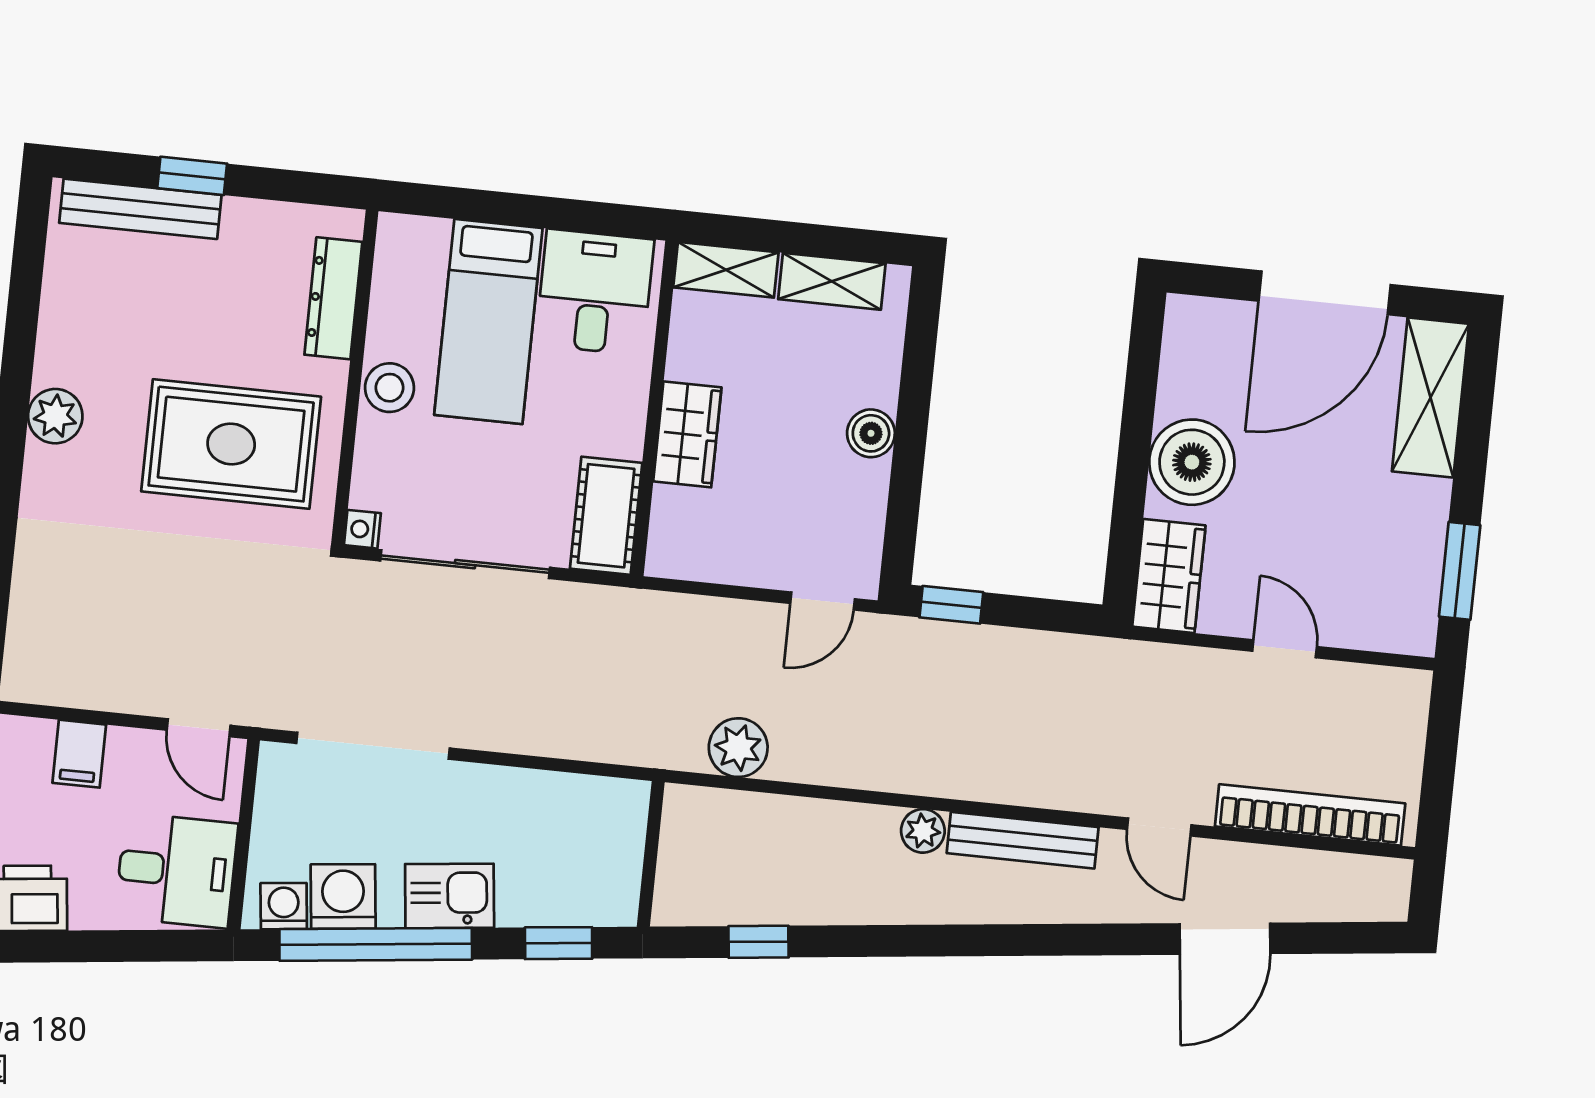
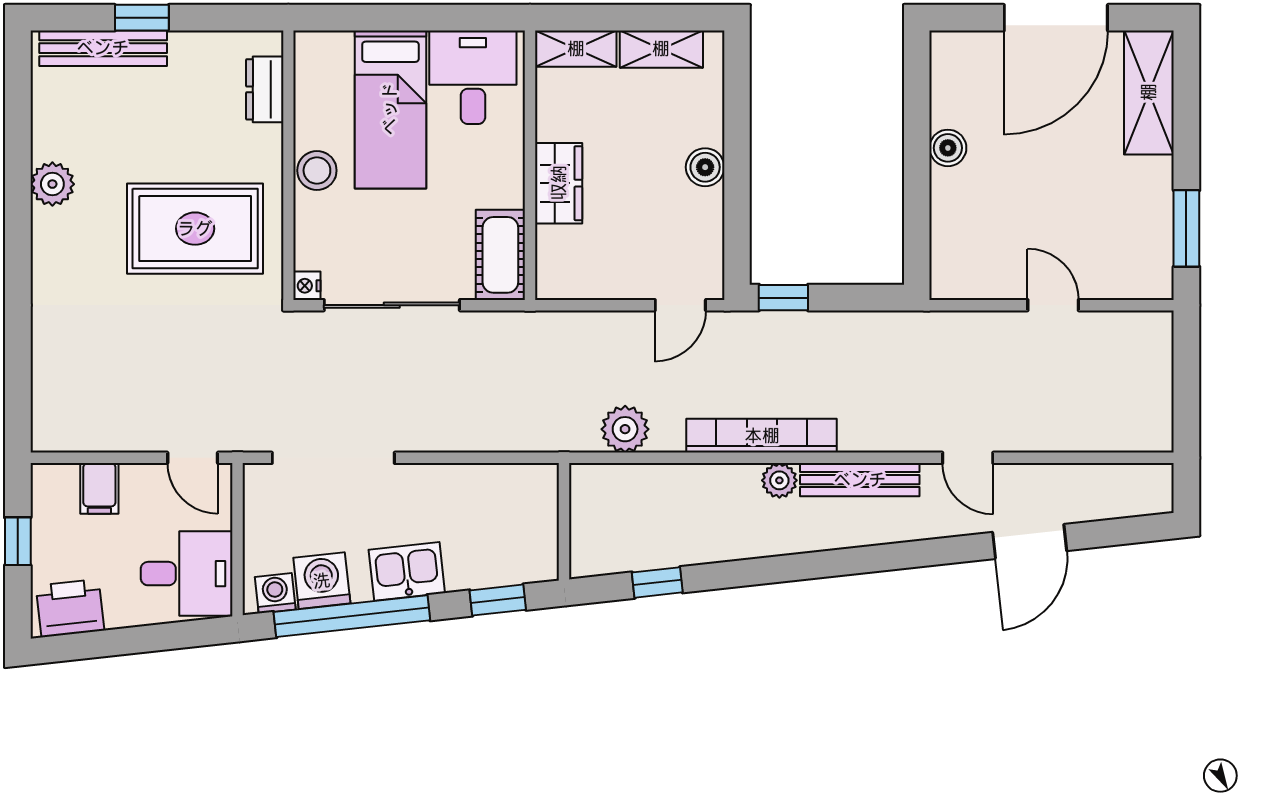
dresser: (333, 298) -> (265, 89), width x0.70
plant: (55, 416) -> (52, 184), moved
boiler: (1192, 462) -> (948, 148), width x0.54, depth x0.54
wardrobe: (1169, 576) -> (955, 257), removed
bookcase: (1310, 815) -> (762, 436), moved

